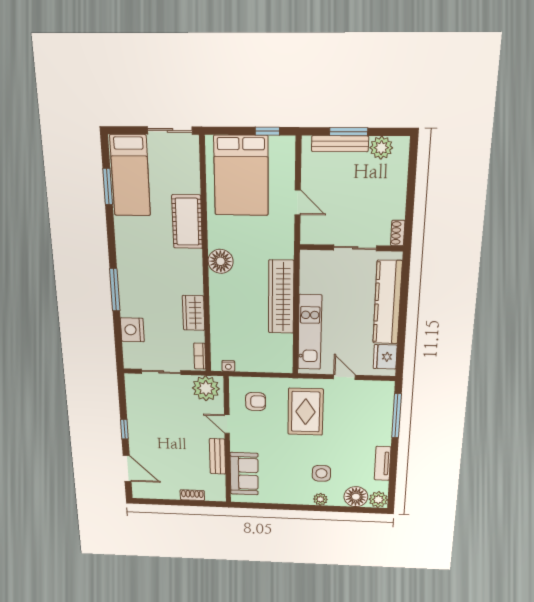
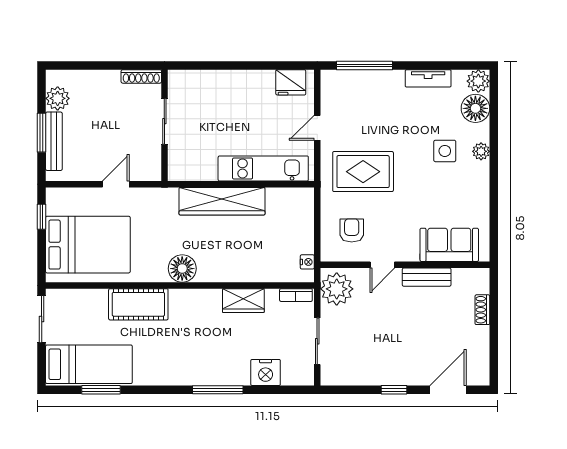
shoe rack: (398, 233) -> (141, 76), width x1.43
kitchen counter: (388, 302) -> (226, 83), removed

